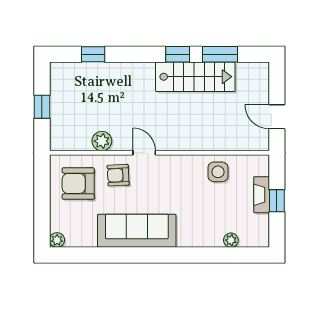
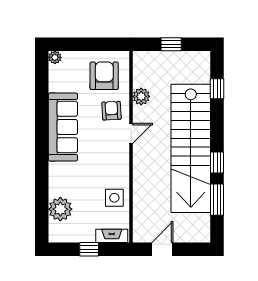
stairs: (195, 77) -> (191, 148), width x1.86, depth x1.51
fireplace: (262, 195) -> (112, 236), moved
plant: (231, 240) -> (60, 209), width x1.88, depth x1.88

